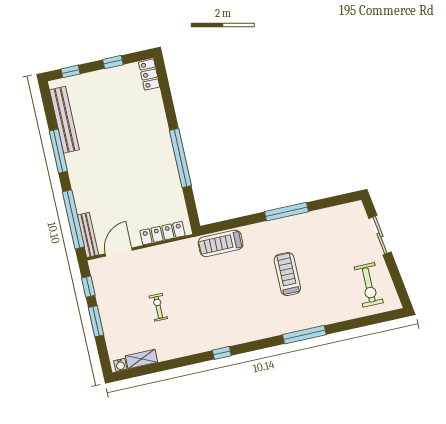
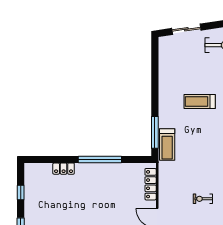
locker: (149, 75) -> (64, 169), moved
window: (286, 212) -> (155, 132), moved

